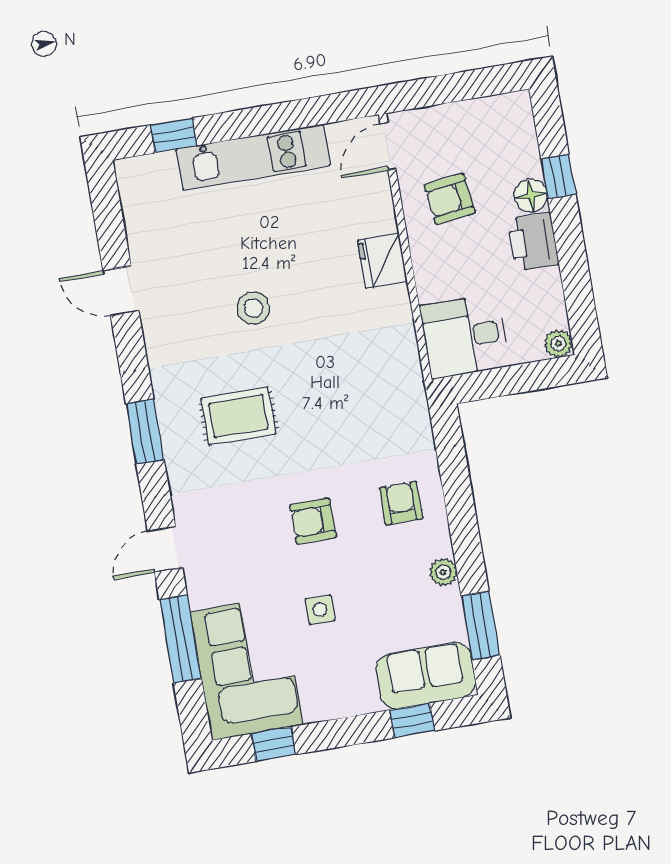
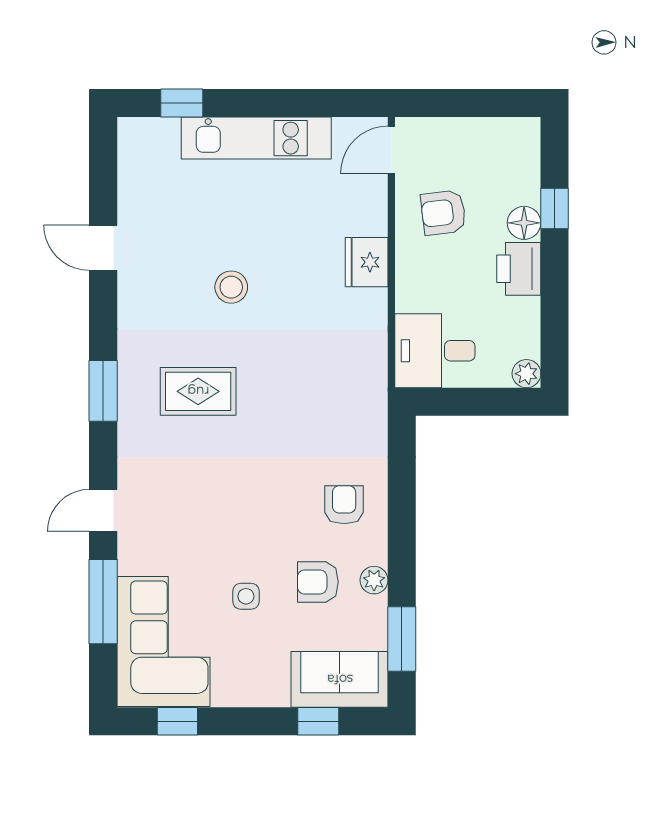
armchair: (313, 521) -> (318, 582), moved

